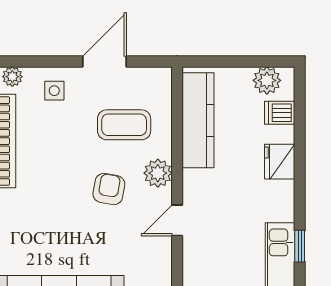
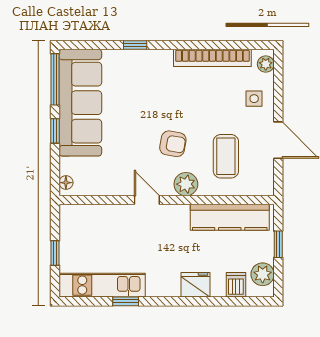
window: (231, 61) -> (278, 244), added

